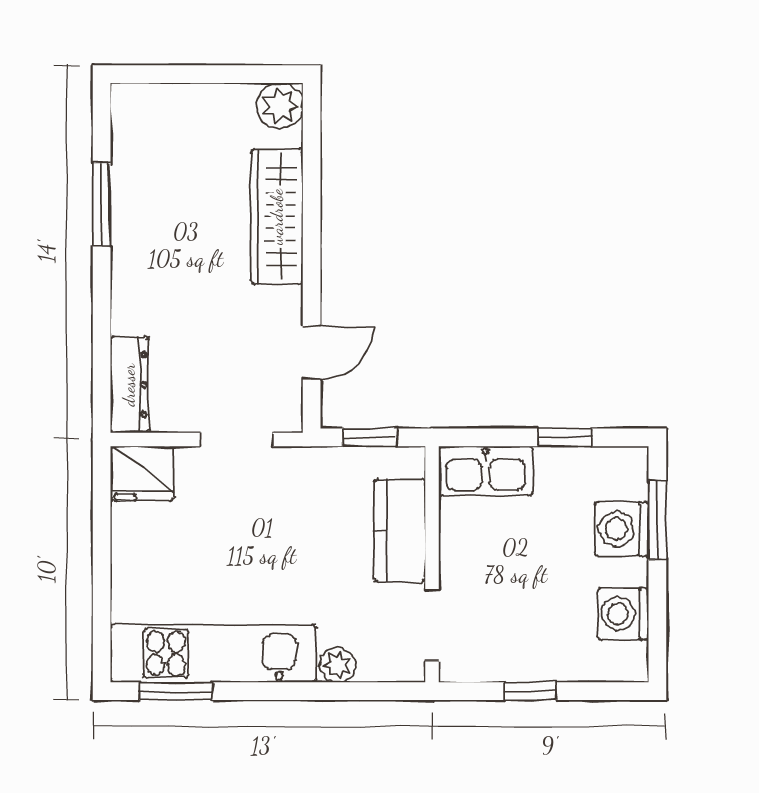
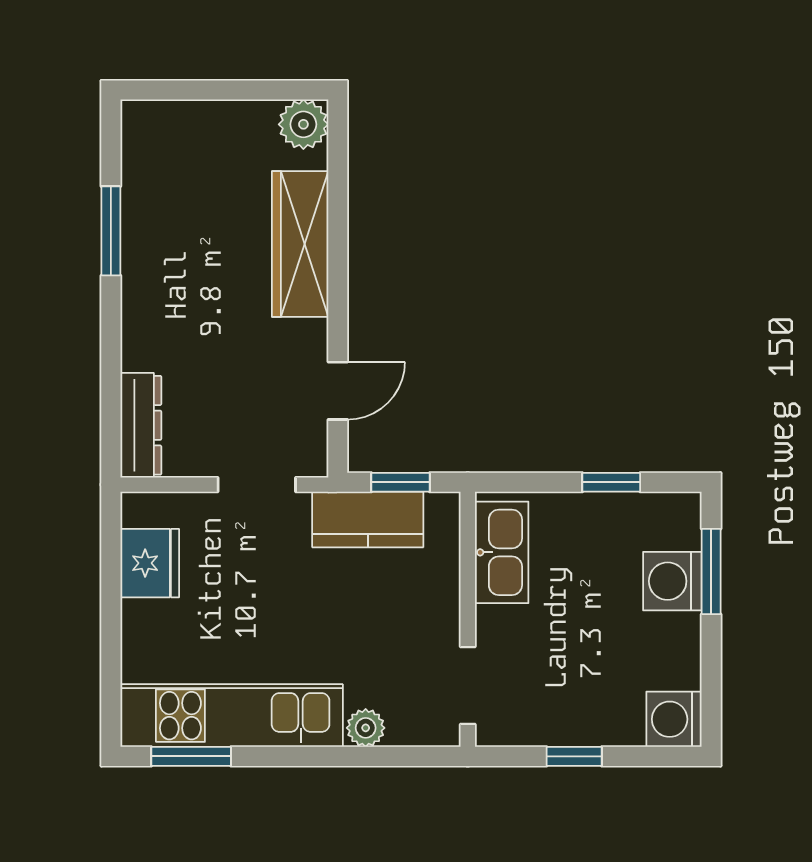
kitchen sink: (486, 471) -> (502, 552), moved, turned -90
fridge: (142, 473) -> (150, 563), moved, turned -90
kitchen counter: (400, 530) -> (368, 519), moved, turned -90
washing machine: (623, 614) -> (674, 719), moved

